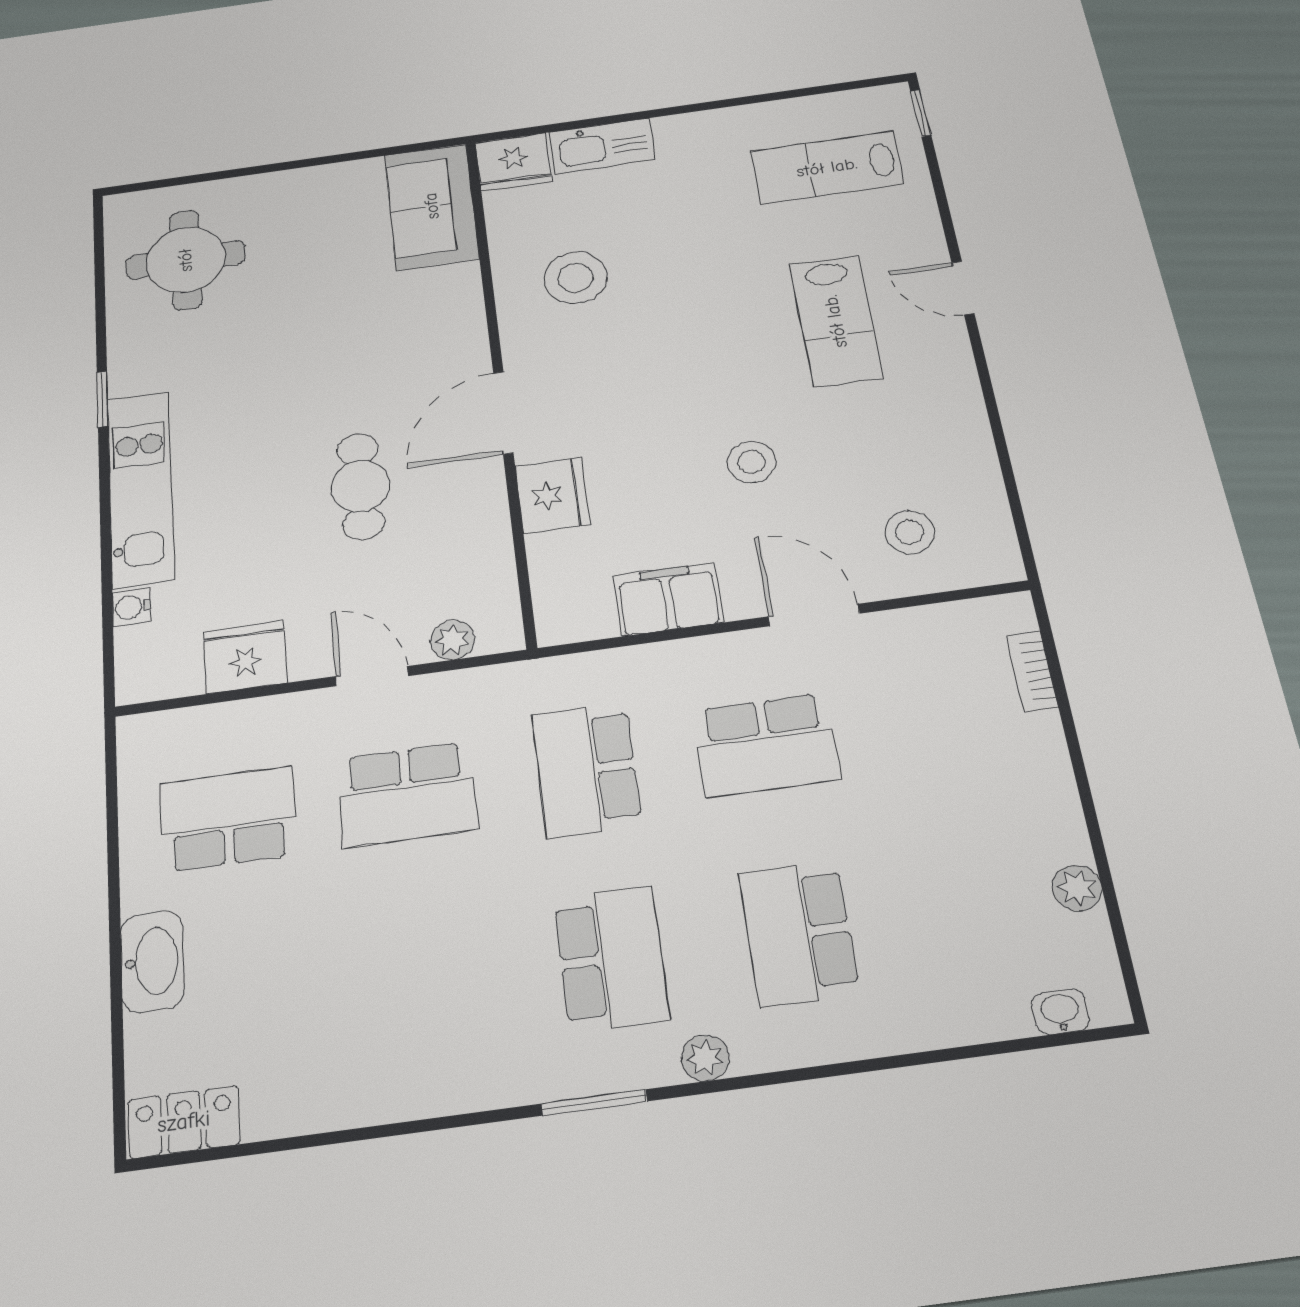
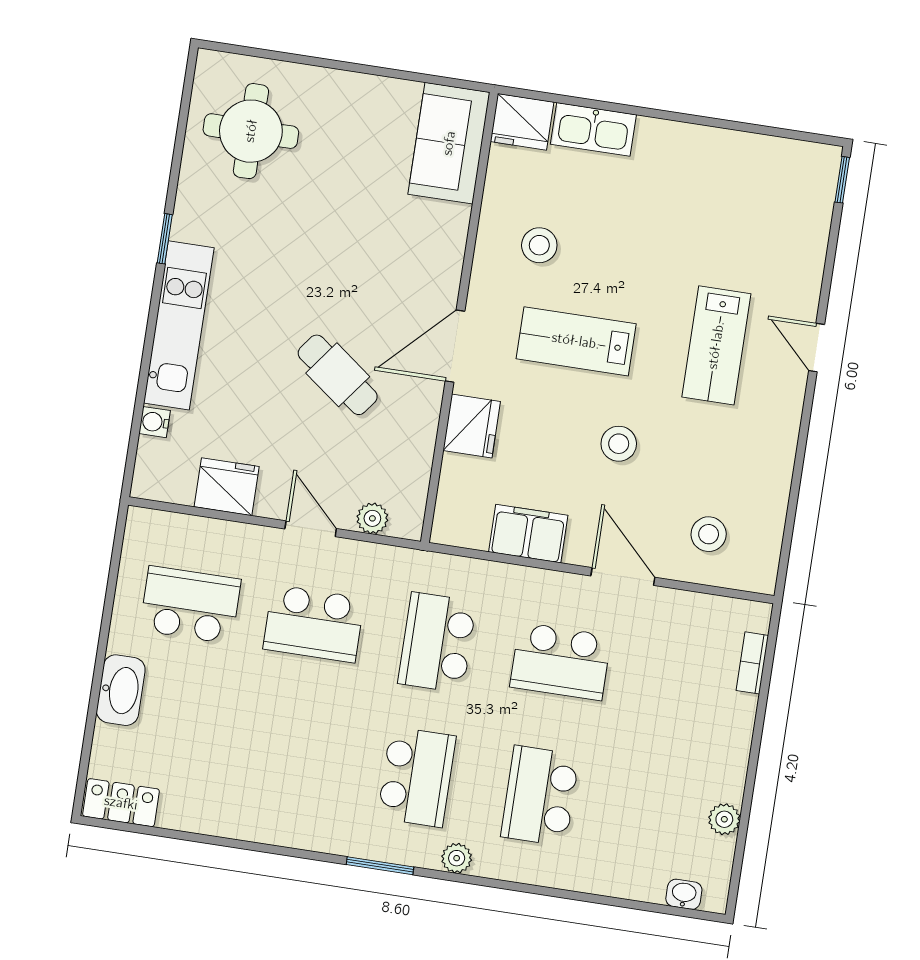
lab bench: (827, 168) -> (576, 341), moved
stool: (576, 278) -> (539, 245), width x0.73, depth x0.73
cafe table: (361, 486) -> (338, 375), turned -53

